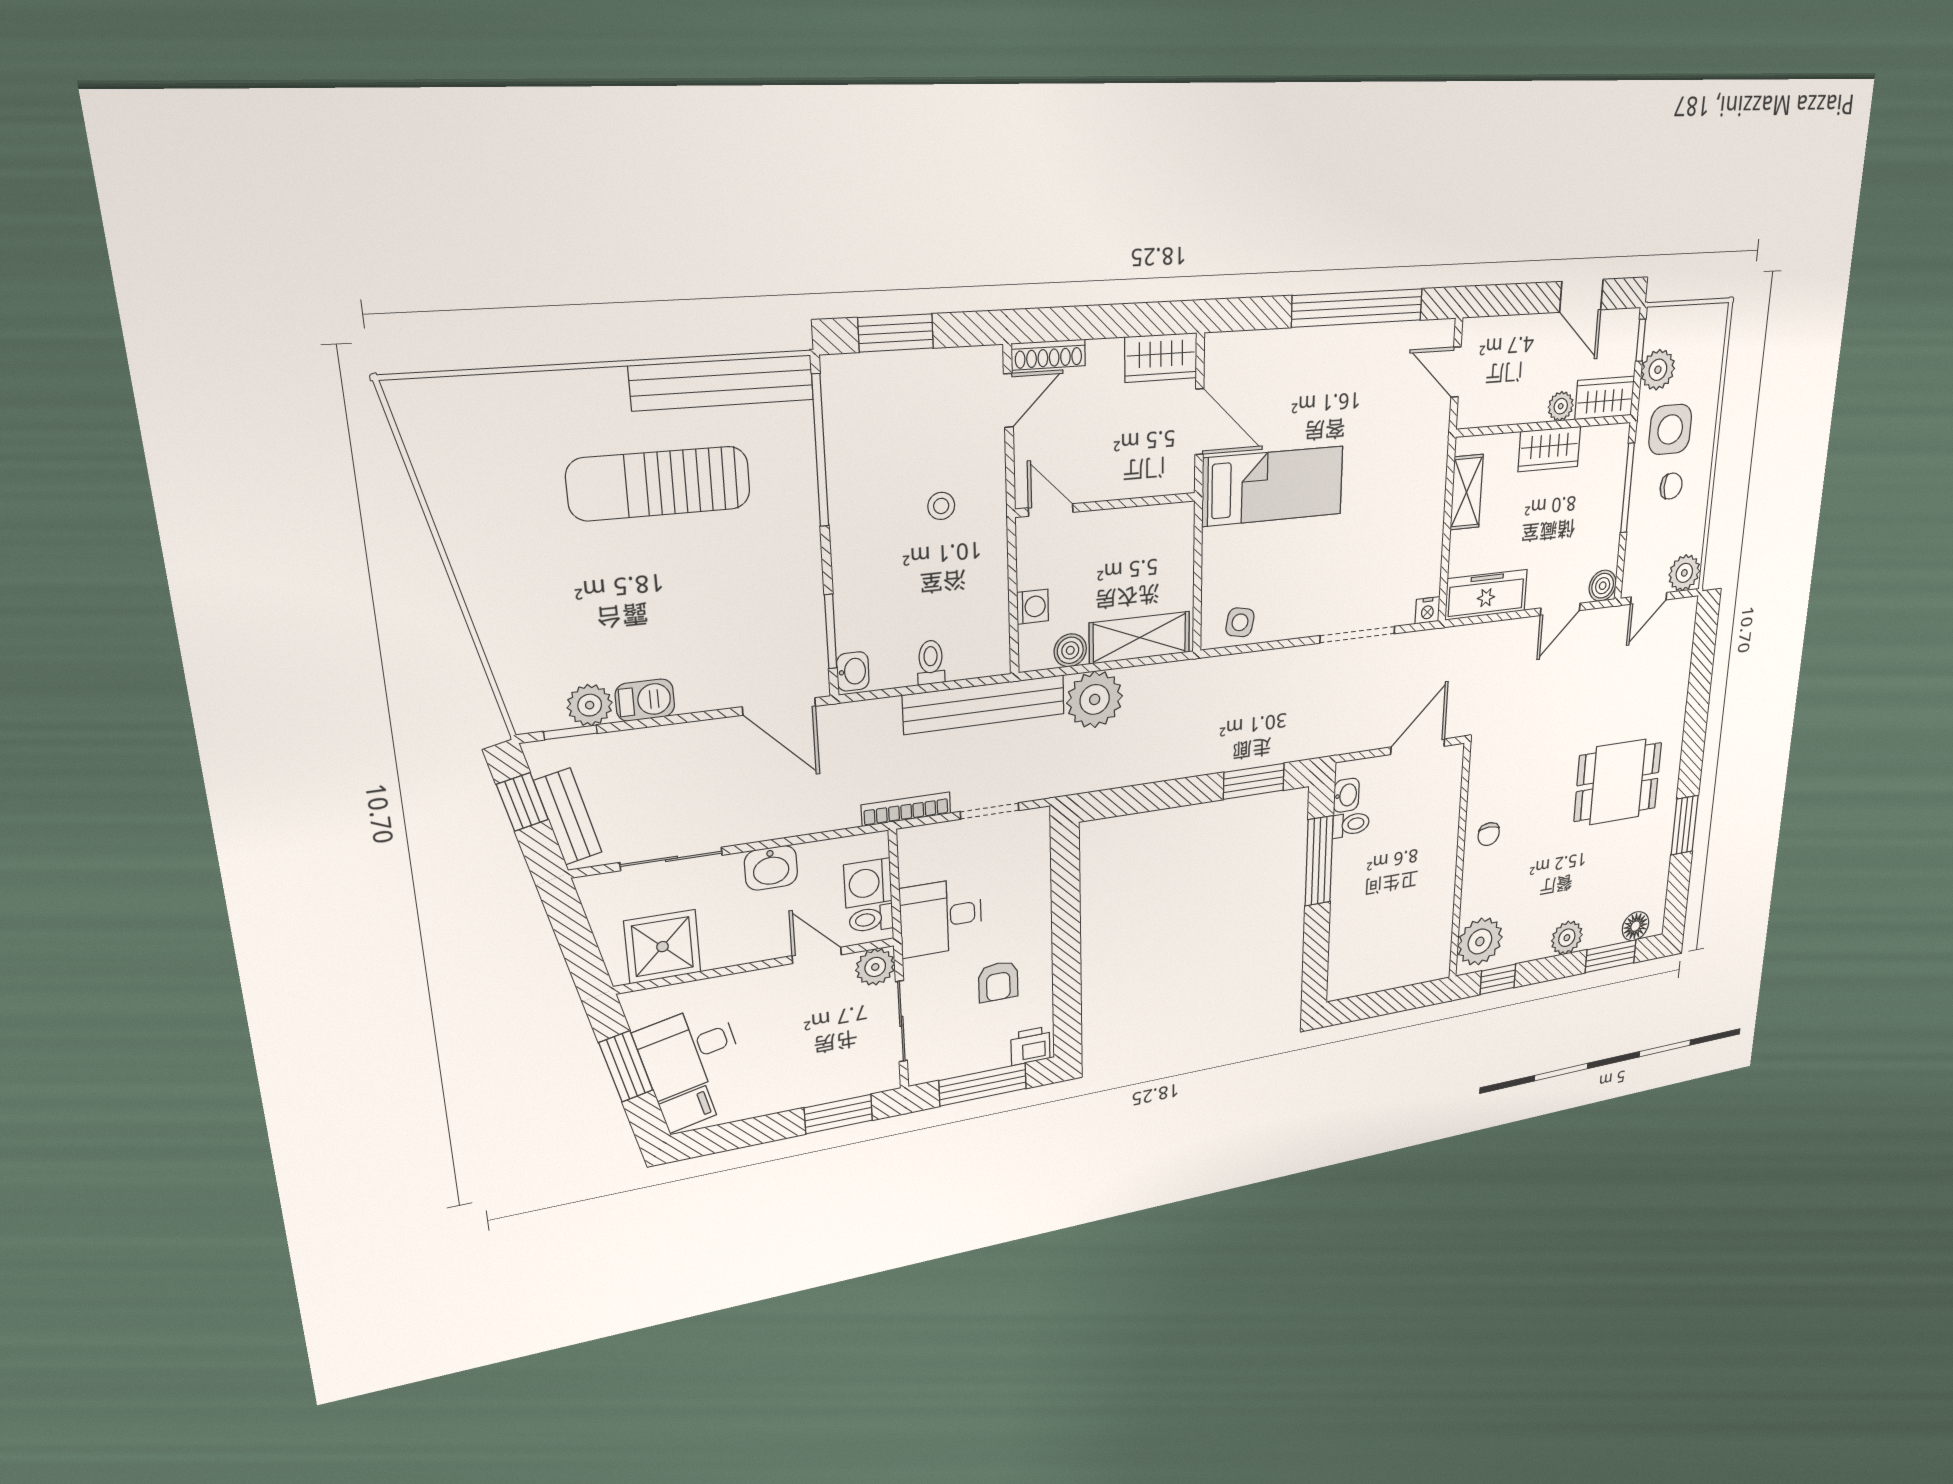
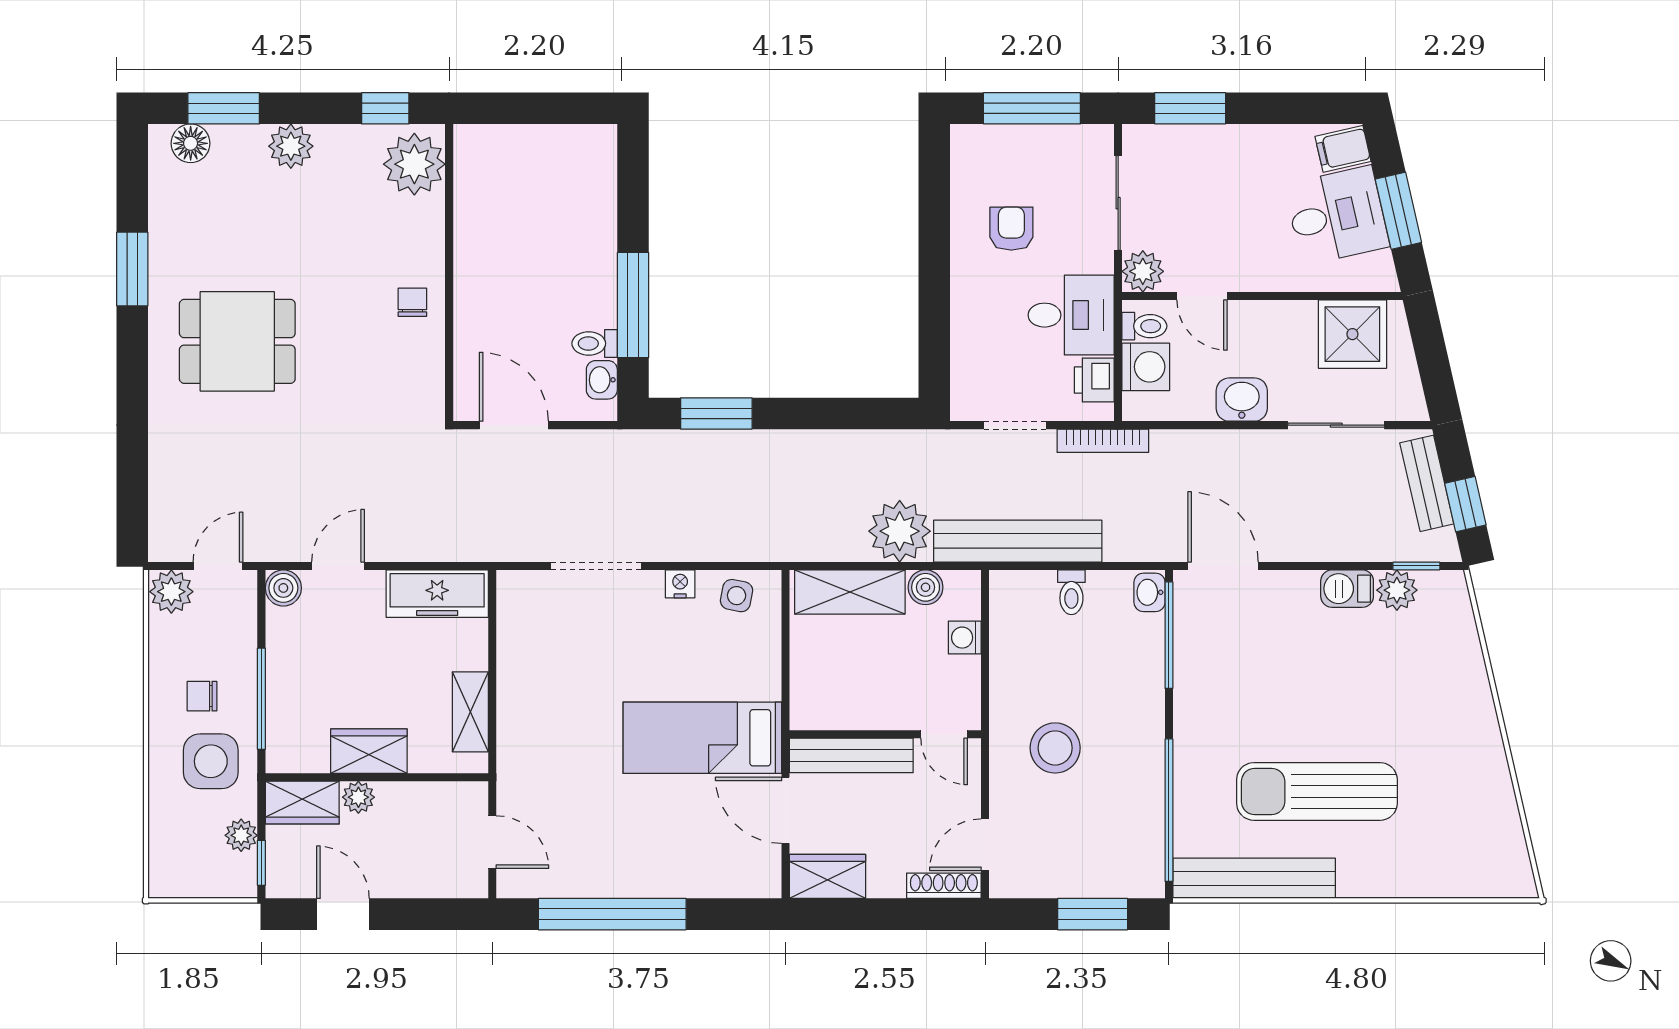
plant: (1658, 370) -> (241, 835), width x0.73, depth x0.73
bench: (1138, 481) -> (851, 755), added
sun lounger: (659, 484) -> (1317, 791), turned 180
stool: (941, 506) -> (1055, 748), width x1.89, depth x1.89
nightstand: (1427, 610) -> (680, 584), moved
window: (831, 631) -> (1169, 635), width x1.44
door: (1418, 747) -> (514, 425), swing flipped
printer: (1030, 1046) -> (1094, 380), moved, turned 90

